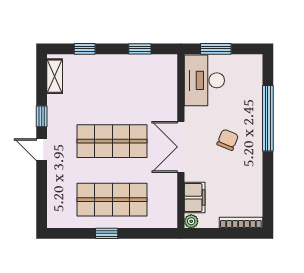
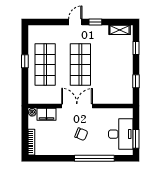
window: (216, 49) -> (136, 139), moved
desk: (204, 80) -> (121, 134), moved, turned 90

